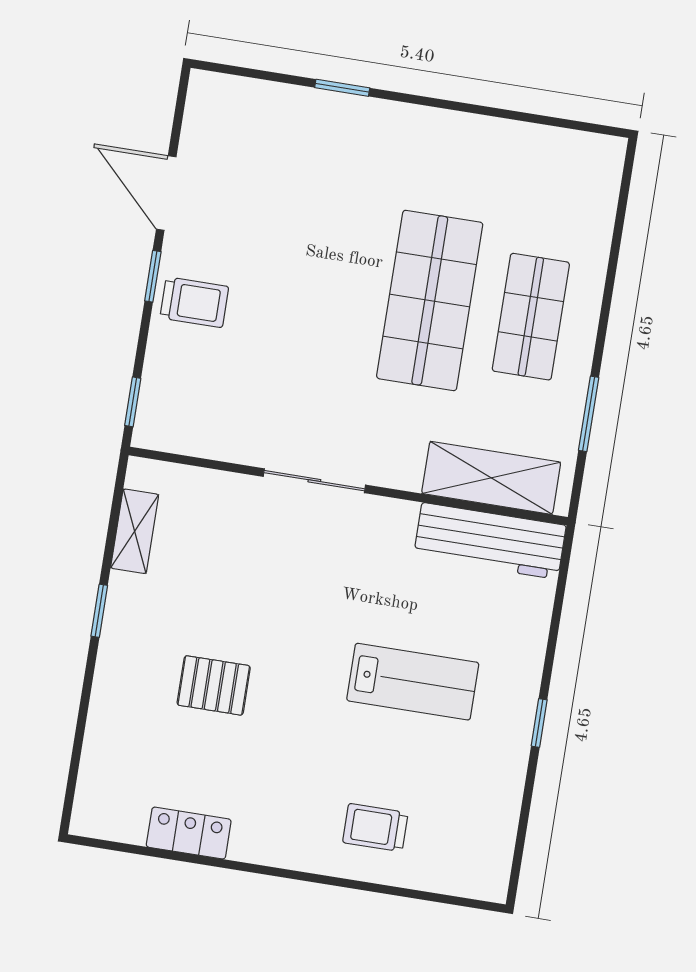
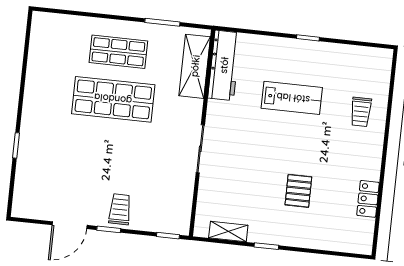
lab bench: (413, 682) -> (292, 98), turned 90

